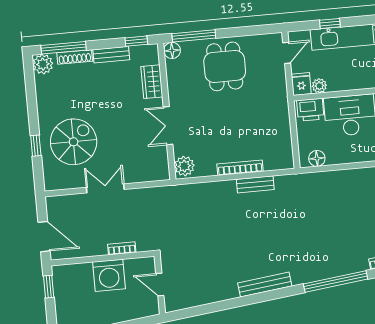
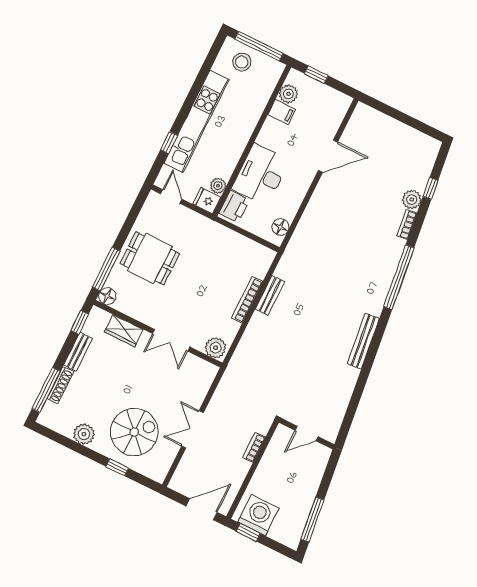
plant: (43, 64) -> (84, 434), moved
spiral stairs: (74, 142) -> (134, 432), turned 90
washing machine: (109, 275) -> (258, 515), moved, turned -90

